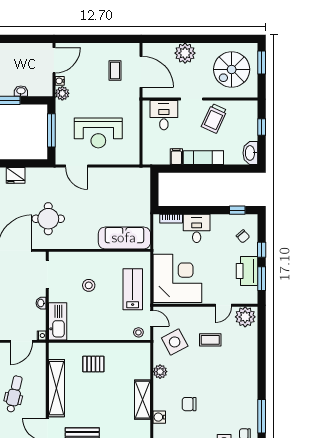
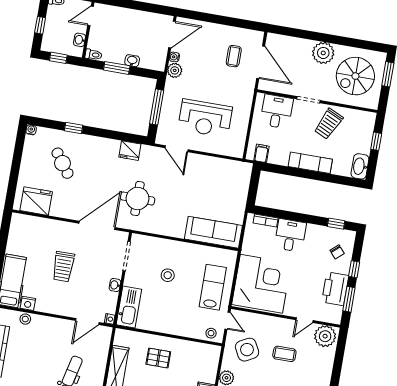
plant: (185, 53) -> (323, 53), moved
filing cabinet: (176, 157) -> (261, 153), moved
fridge: (16, 175) -> (130, 151), moved

